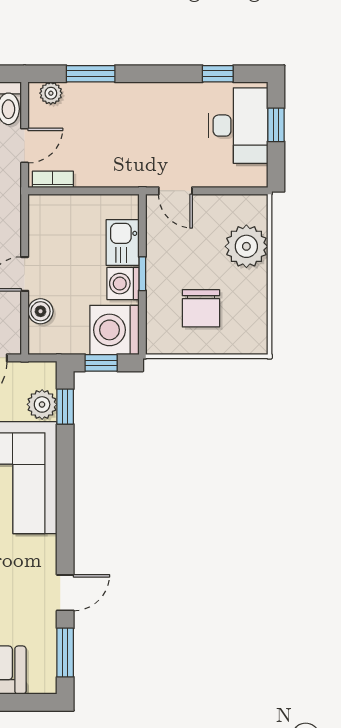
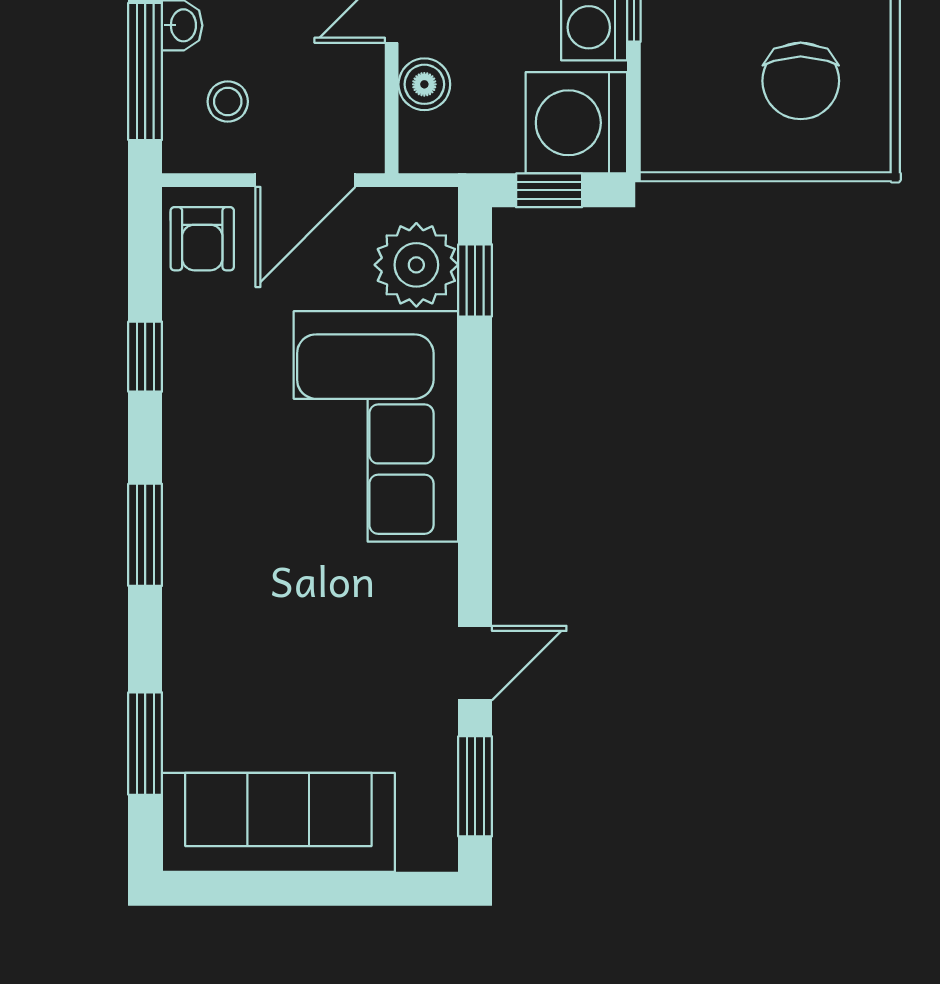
chair: (201, 308) -> (801, 81), moved
plant: (42, 404) -> (416, 265), width x1.36, depth x1.36

